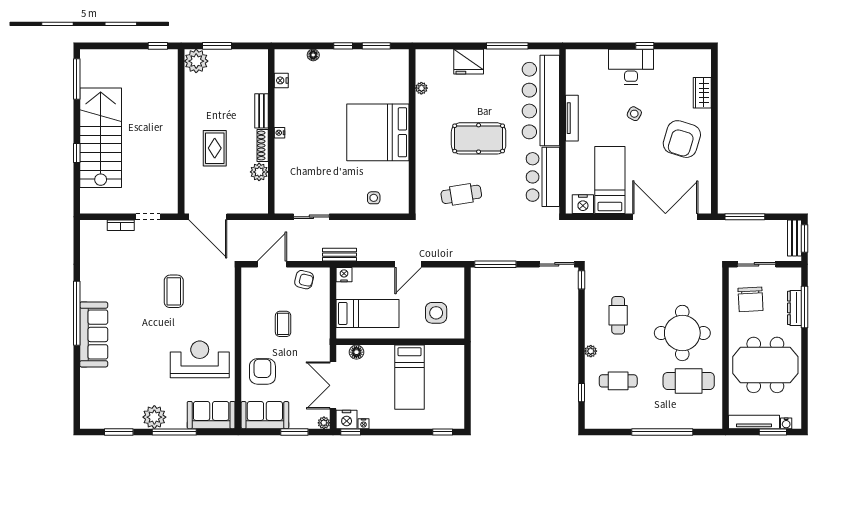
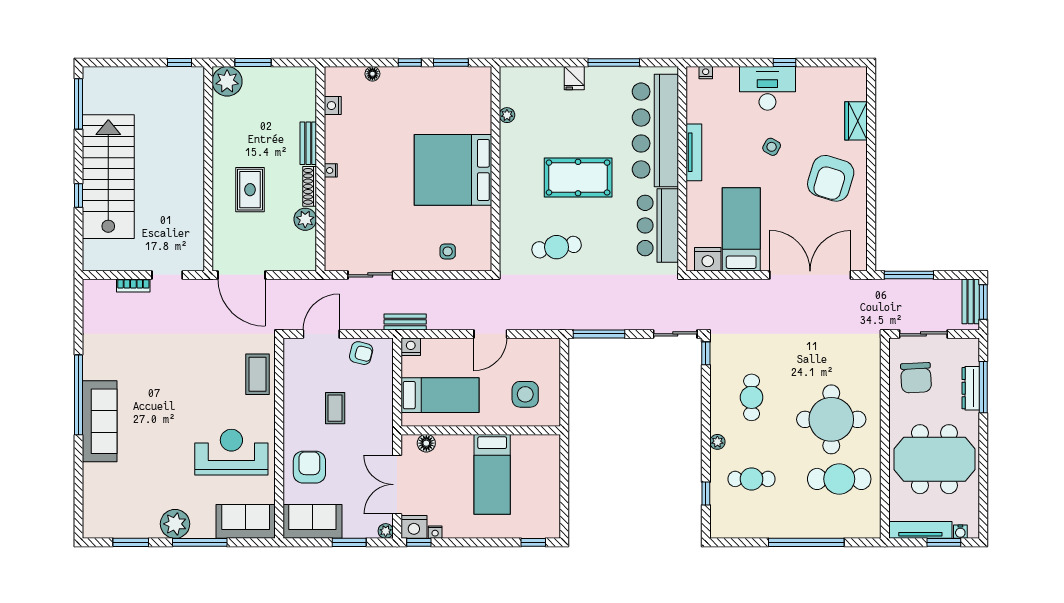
nightstand: (581, 54) -> (706, 73), added
fridge: (469, 62) -> (574, 78), width x0.53, depth x0.75
coffee table: (174, 291) -> (257, 374), moved

